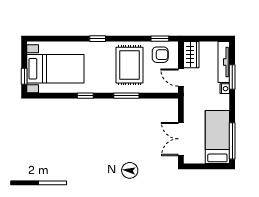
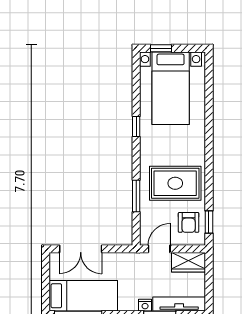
window: (98, 39) -> (209, 142), removed
window: (126, 96) -> (136, 196), moved
double door: (181, 139) -> (81, 249), swing flipped

